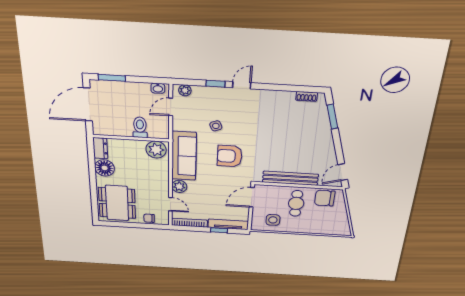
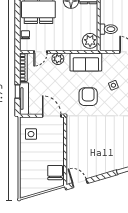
sofa: (184, 156) -> (86, 62), width x0.73
bench: (290, 178) -> (71, 144), removed
cafe table: (296, 203) -> (48, 151), removed

